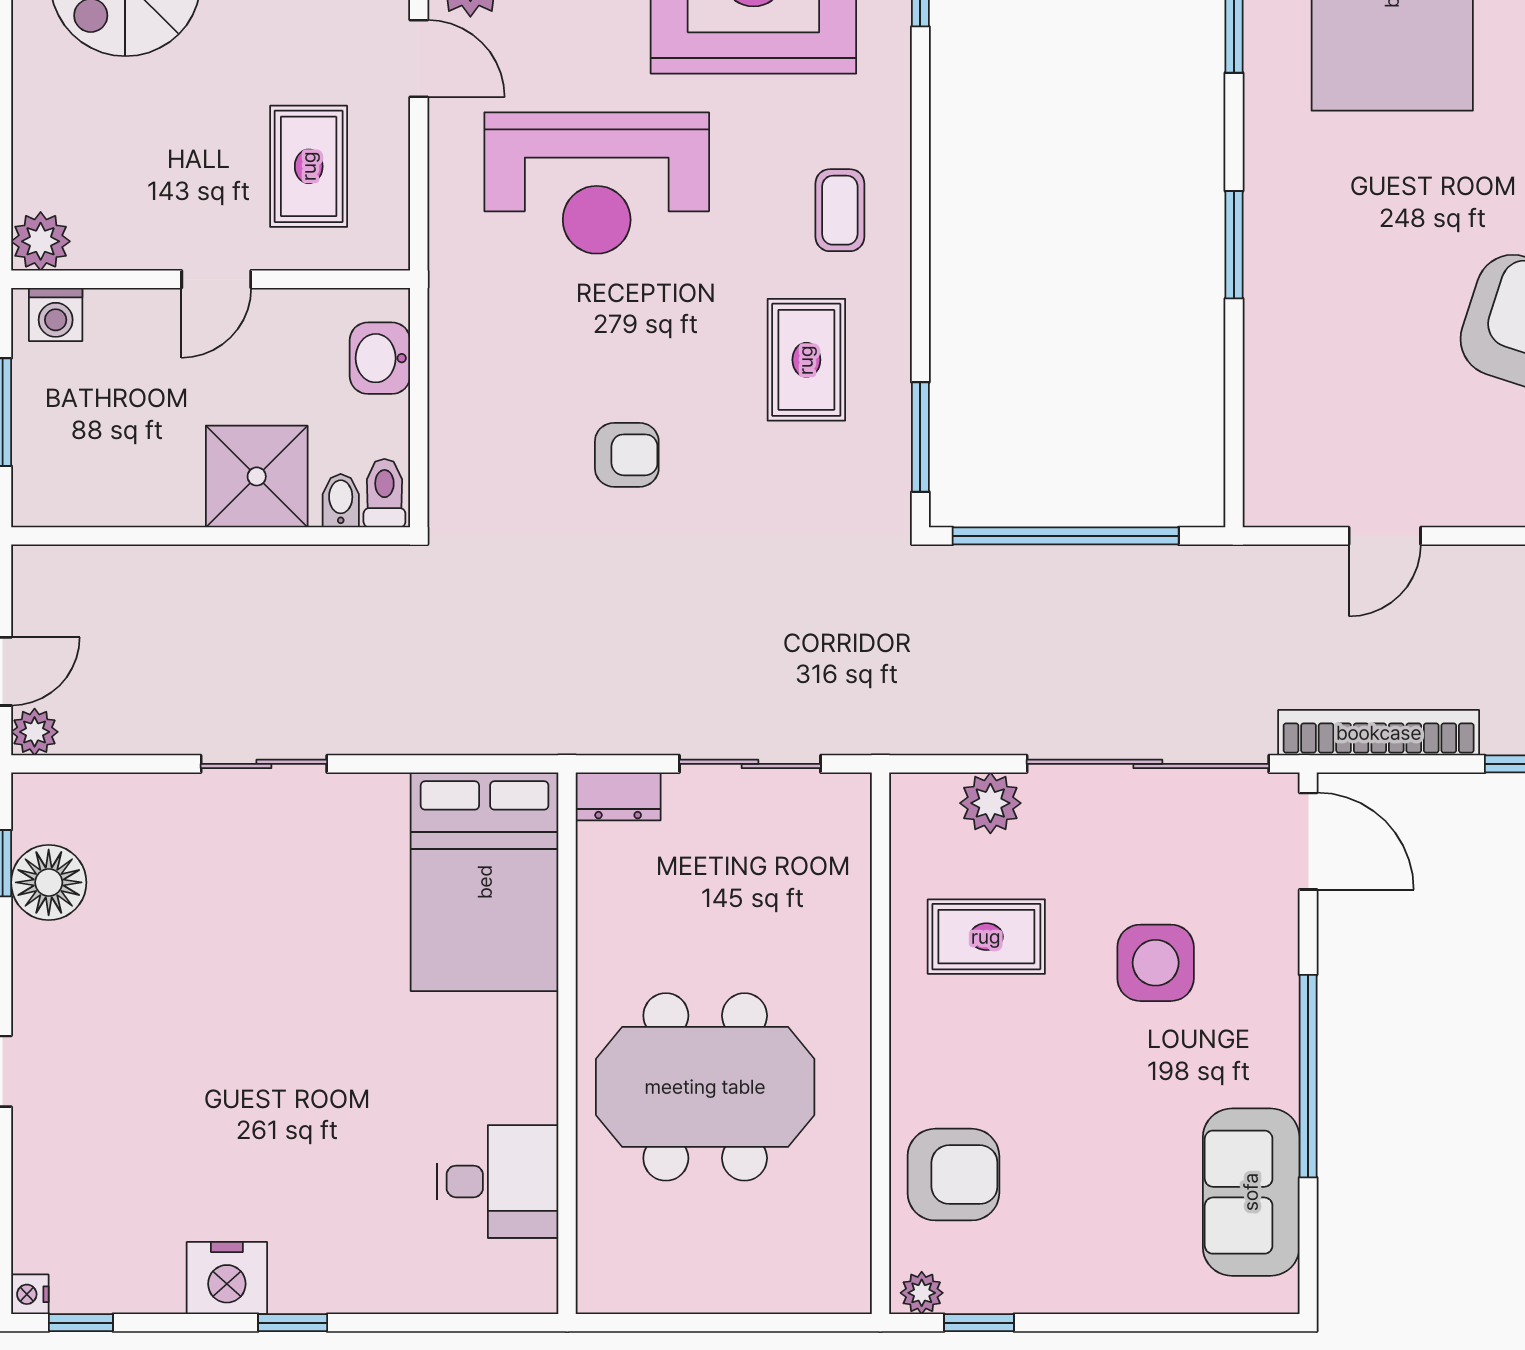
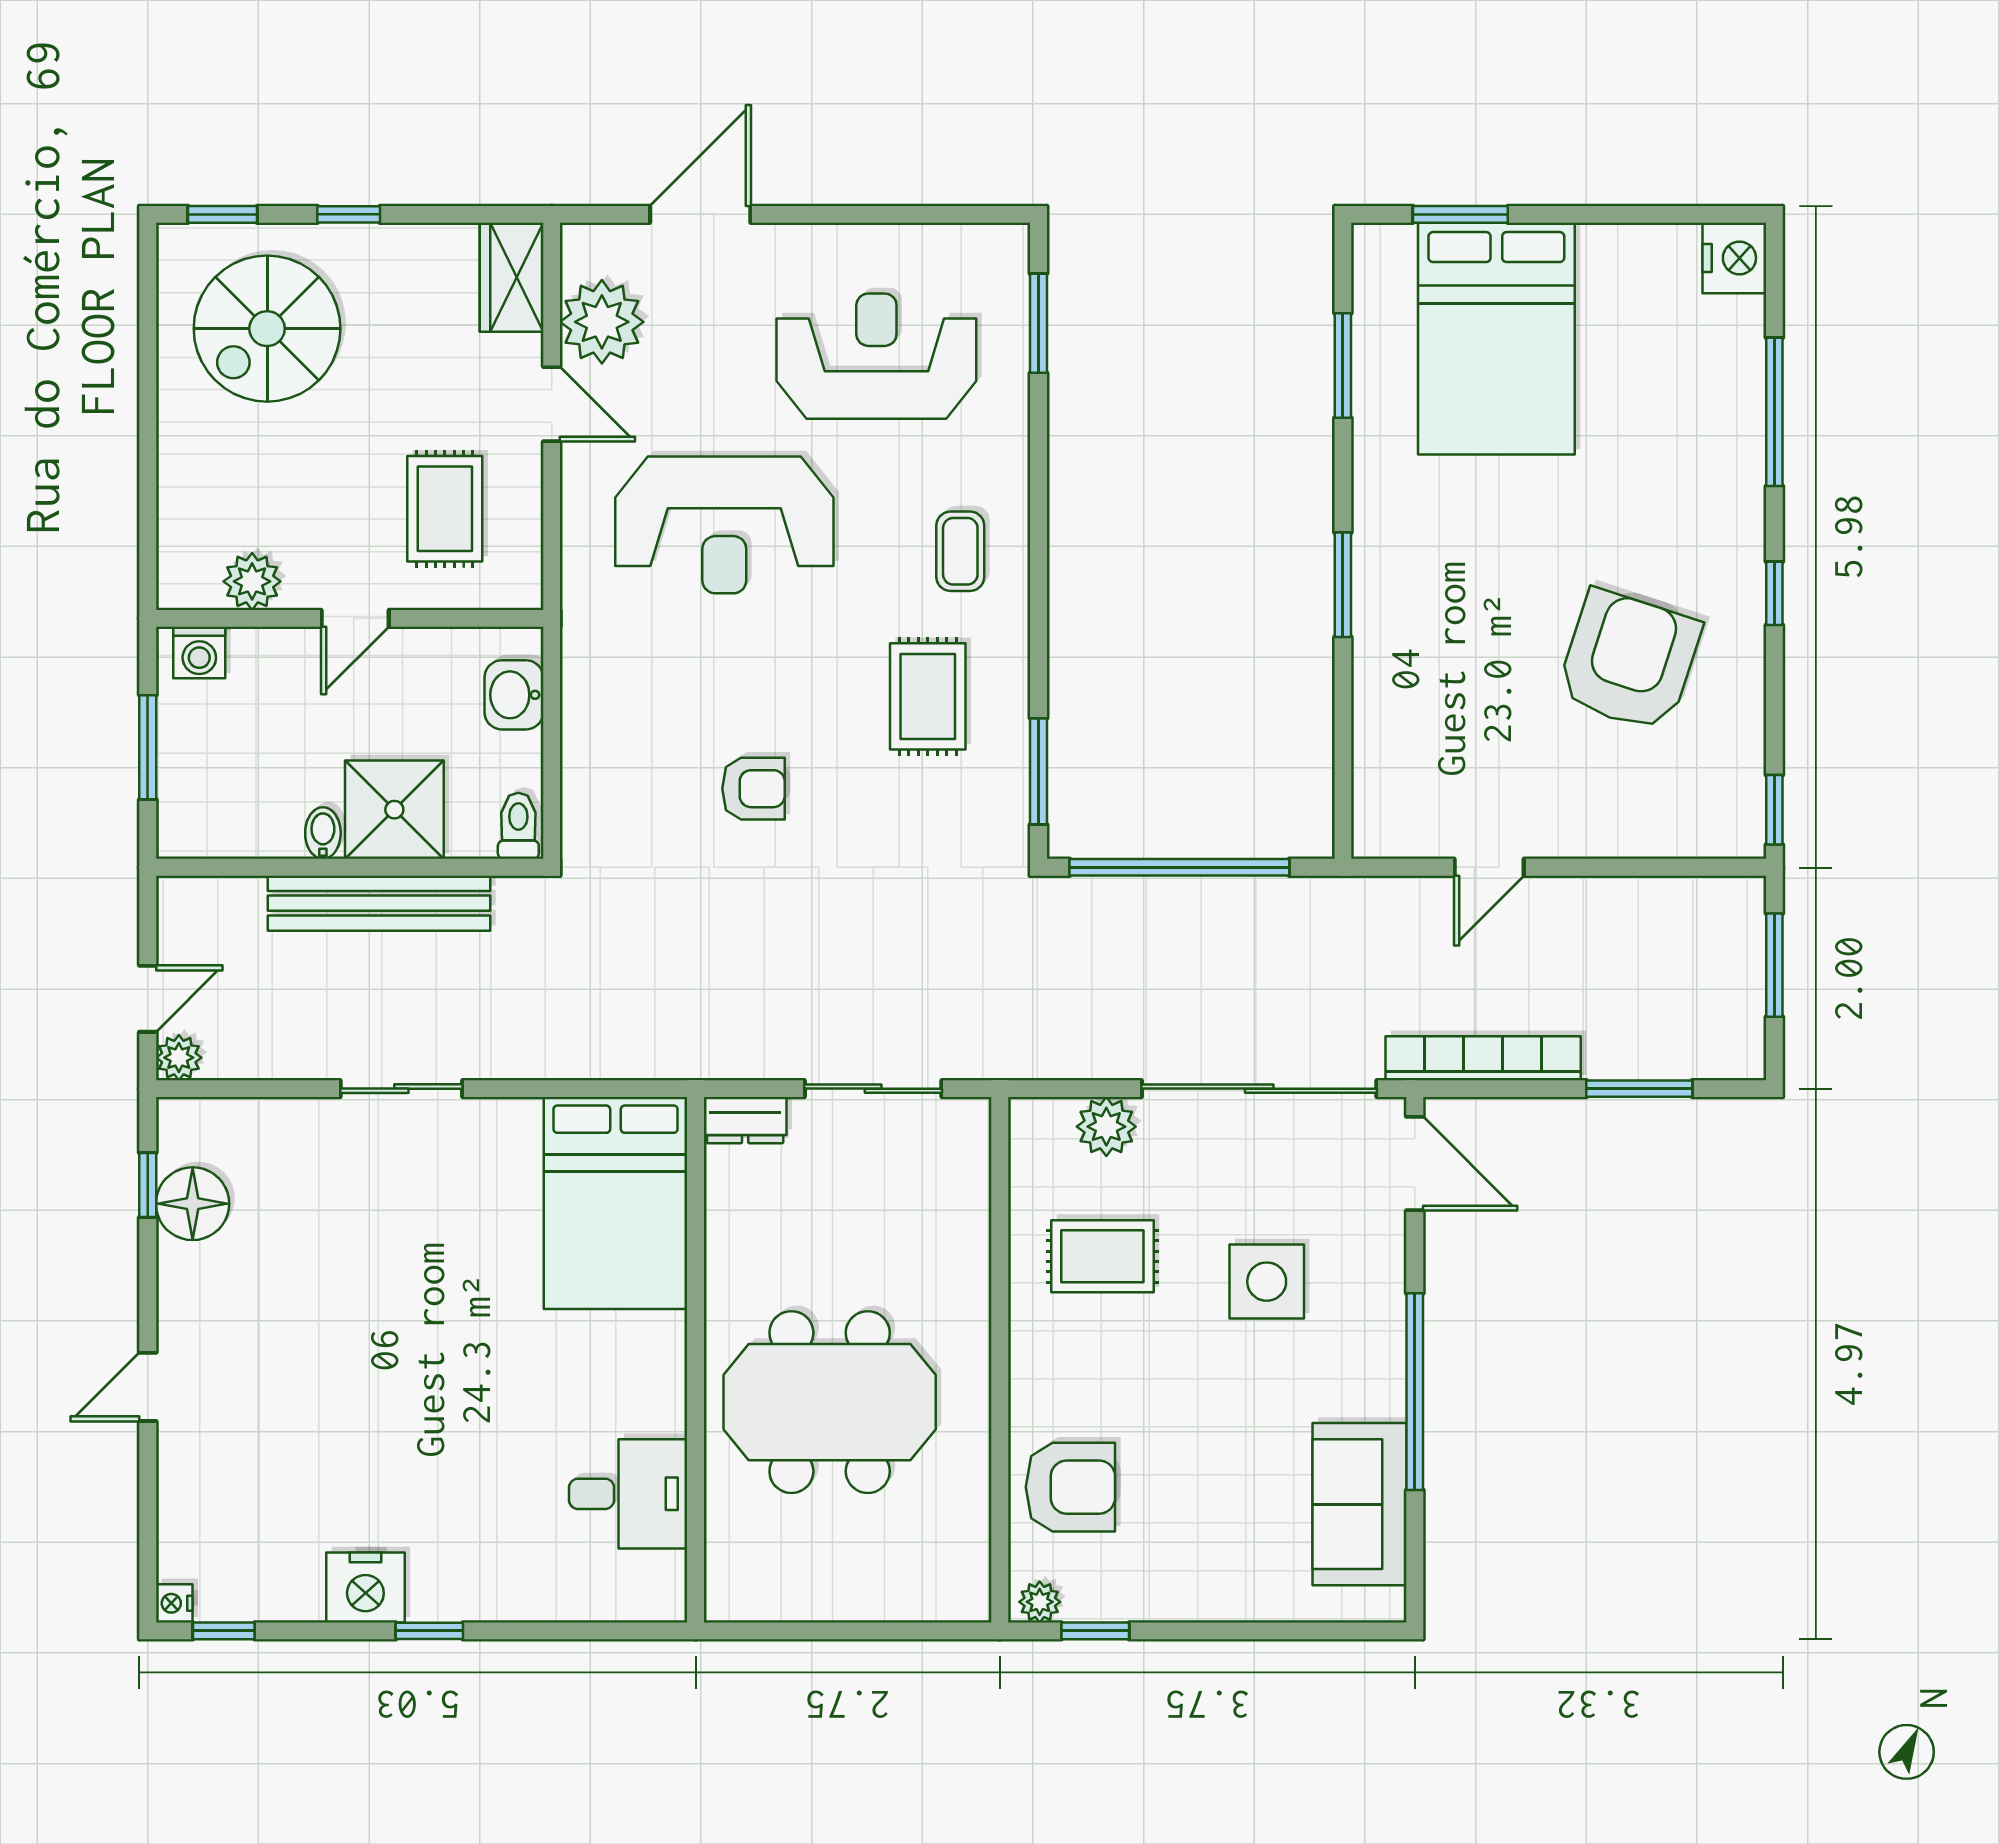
plant: (41, 241) -> (252, 581), moved
bidet: (341, 501) -> (323, 833), moved
bench: (241, 573) -> (379, 903), added

